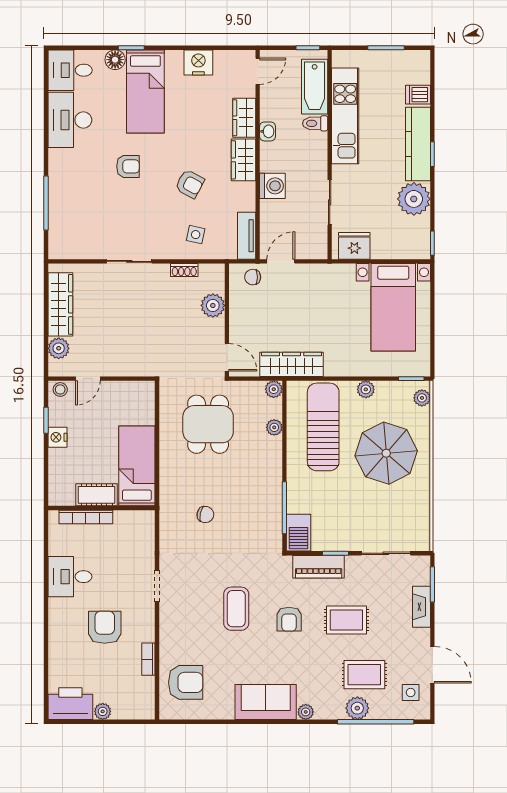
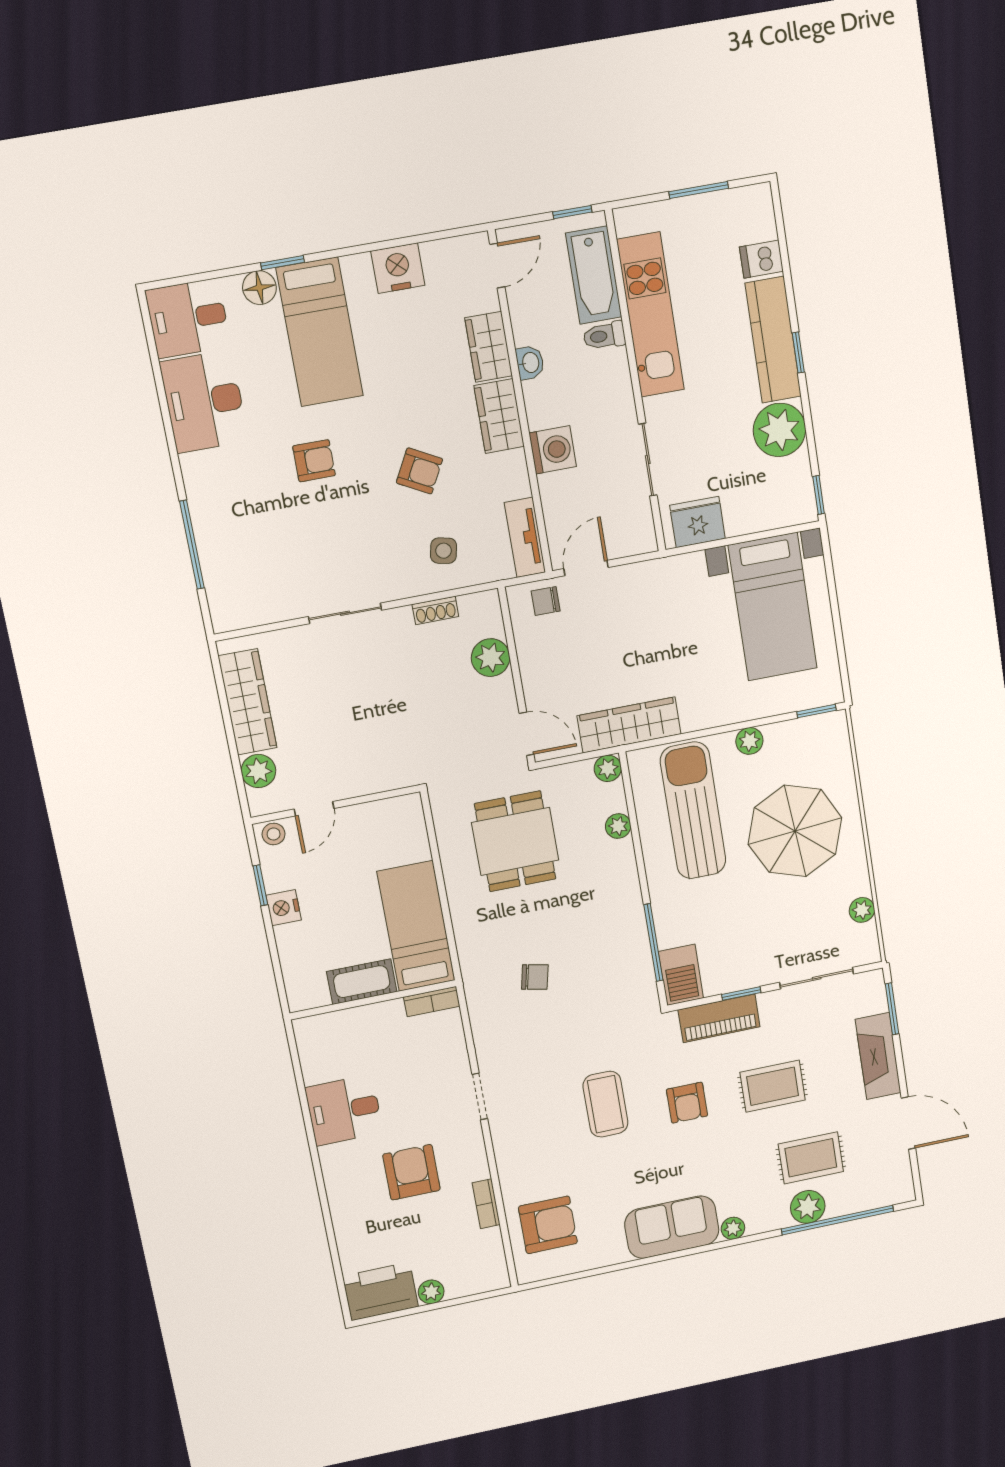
plant: (422, 398) -> (862, 910), moved
bookcase: (86, 517) -> (432, 1002), moved, width x0.64
fireplace: (421, 607) -> (878, 1056), width x1.37, depth x1.32
side table: (411, 692) -> (882, 1169), removed

